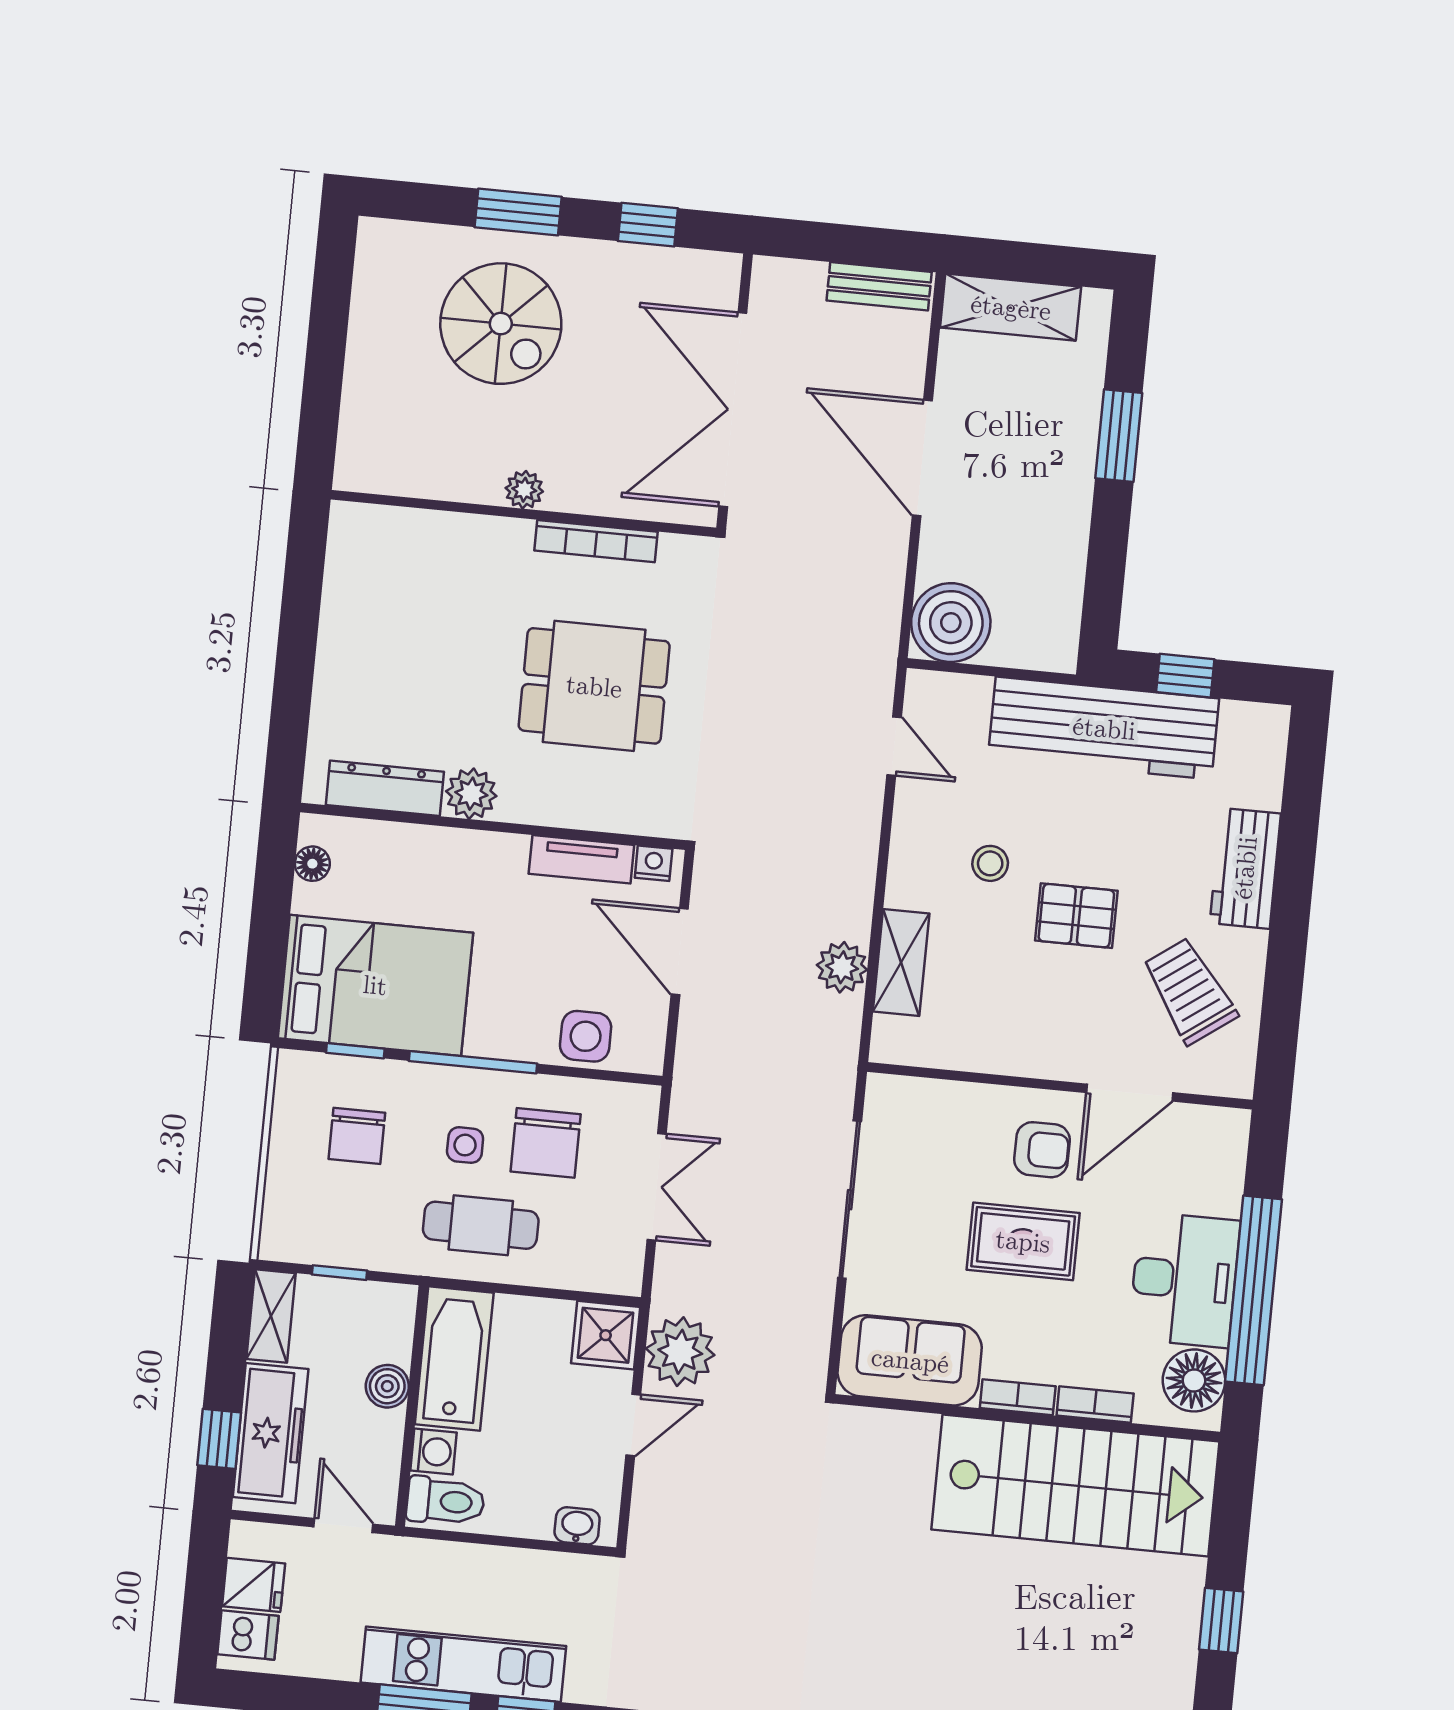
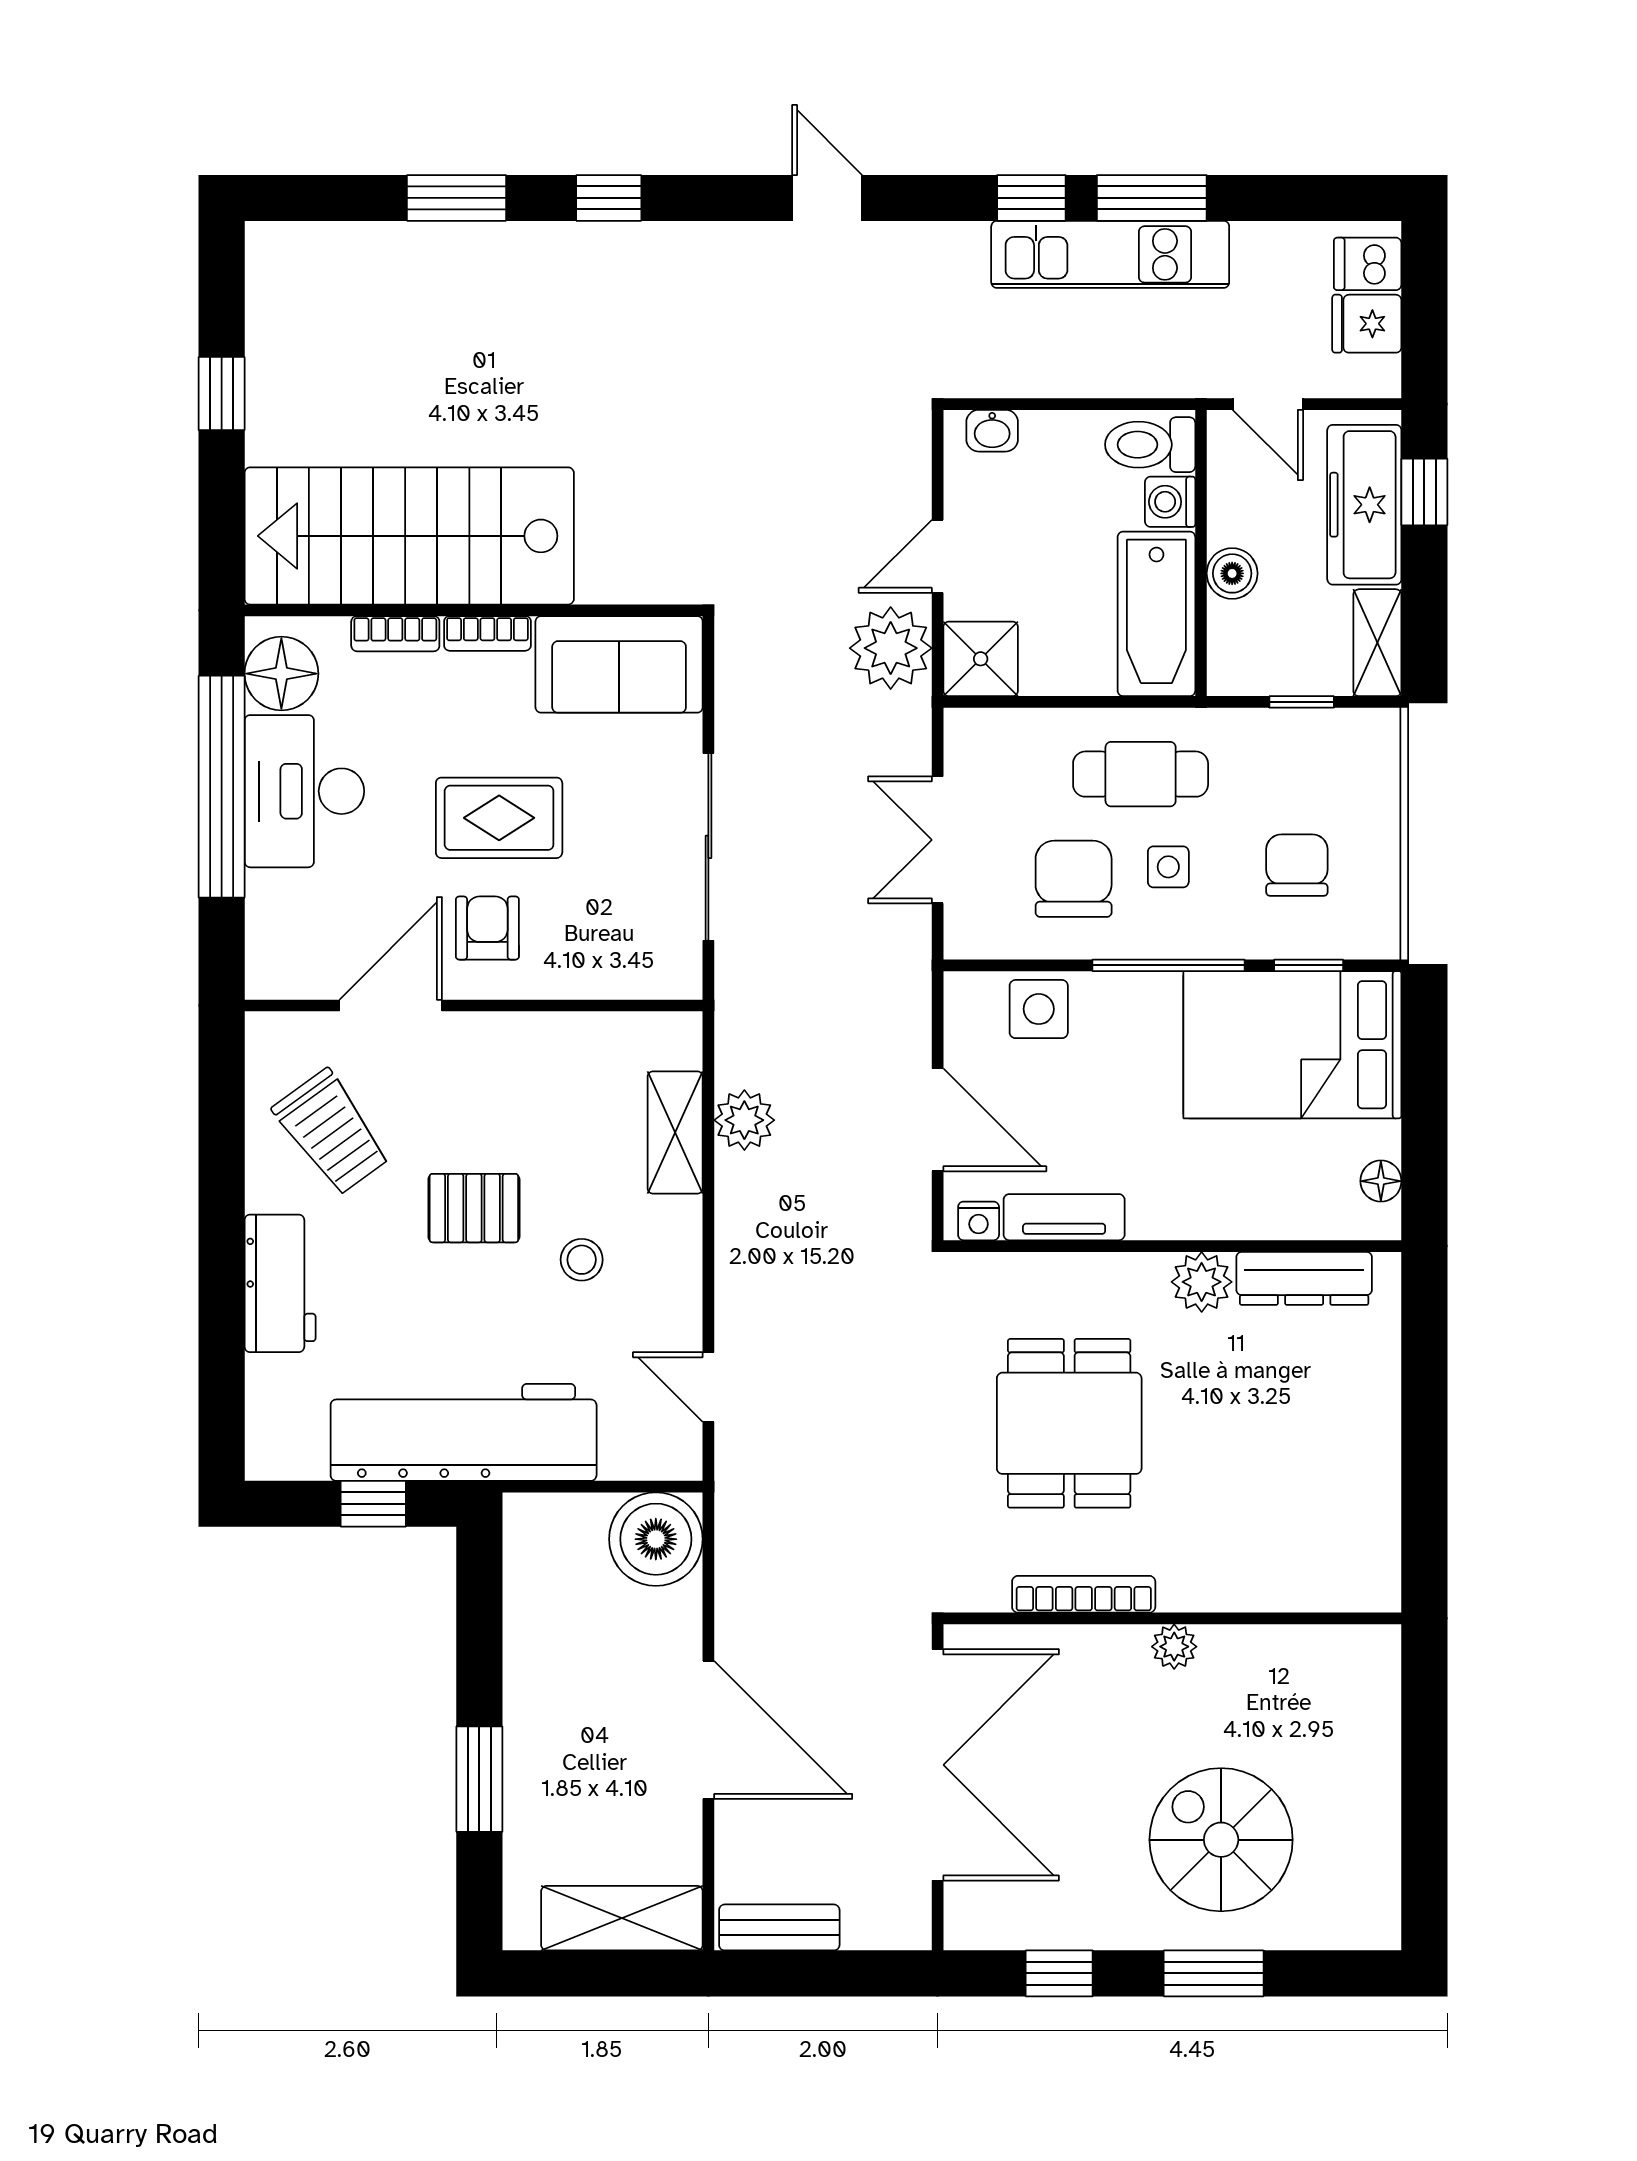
dining table: (594, 686) -> (1069, 1423), turned 90
armchair: (1042, 1150) -> (487, 928), turned 90

